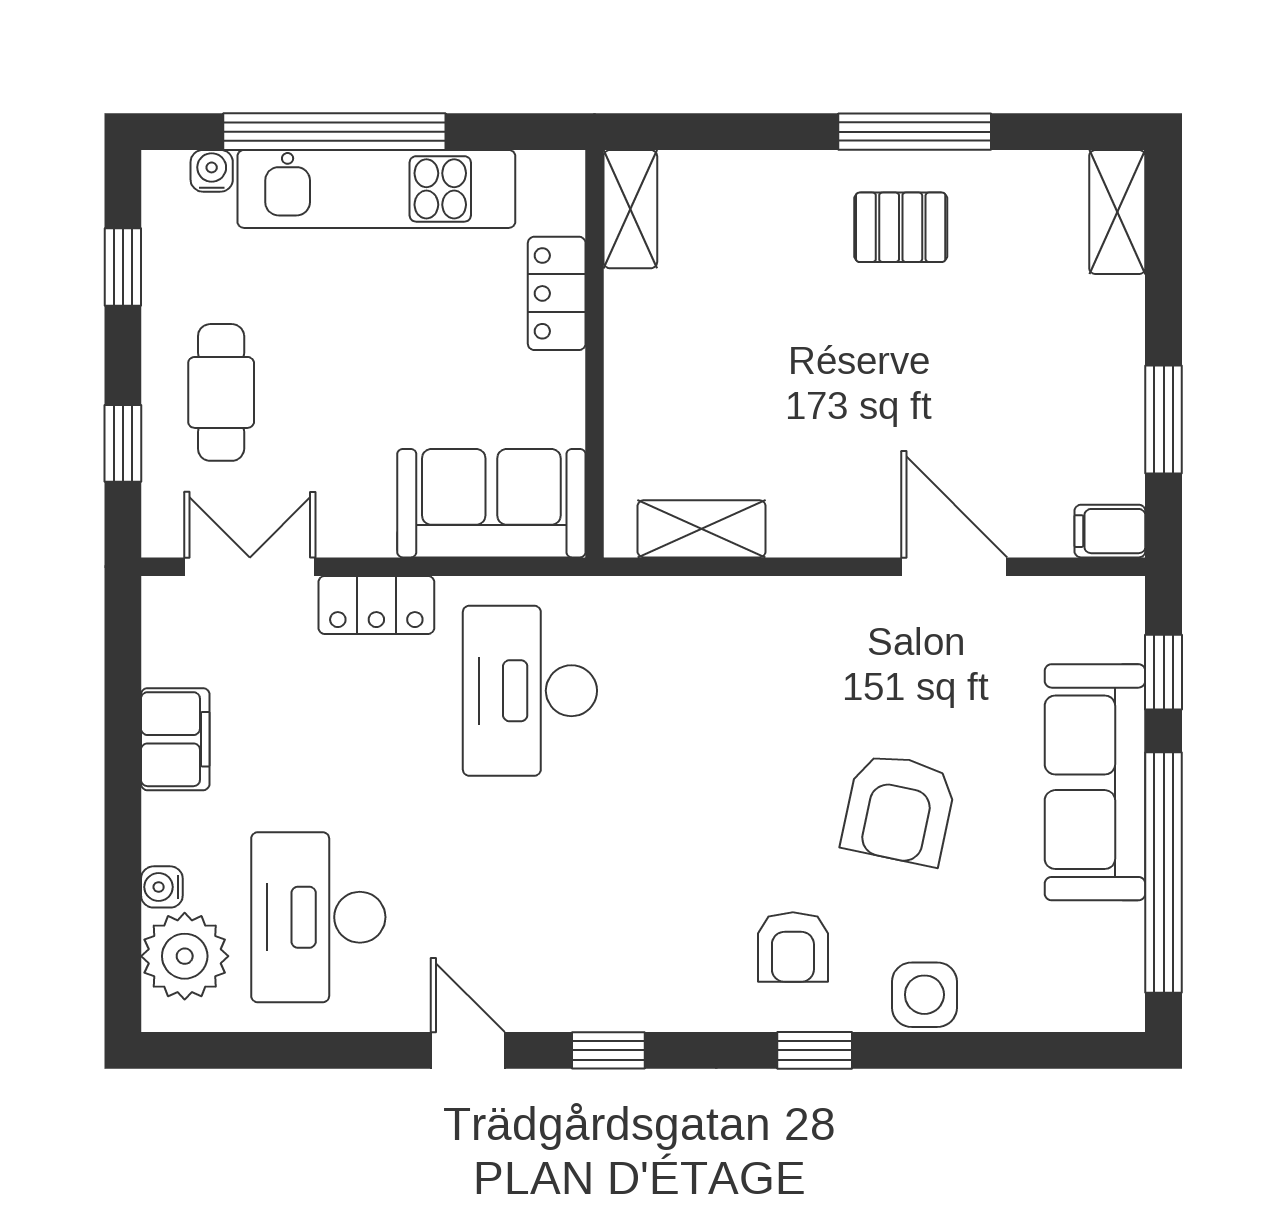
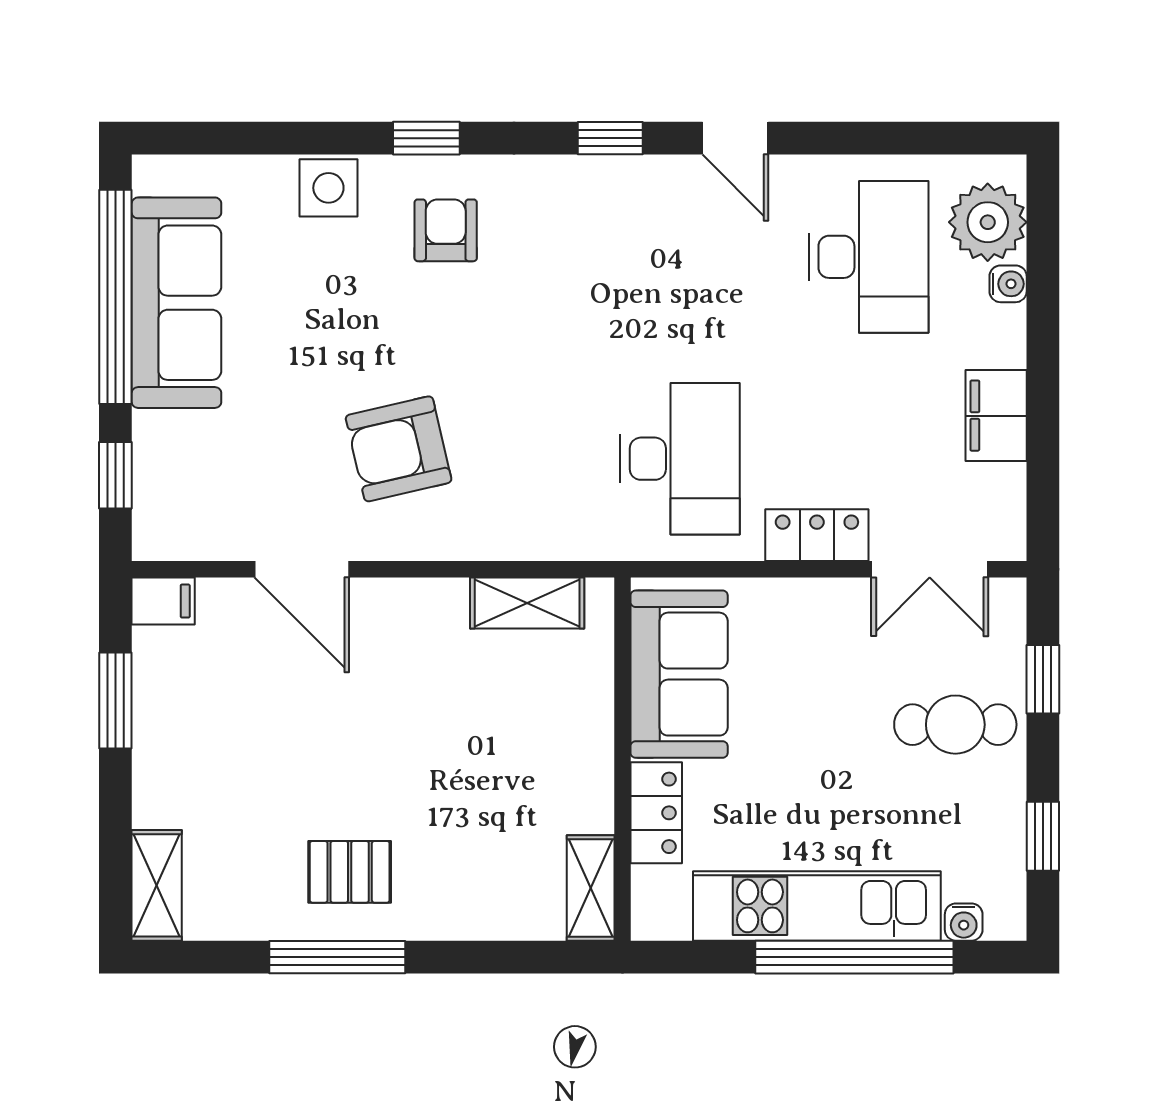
cafe table: (221, 392) -> (955, 725), turned 90
sofa: (491, 503) -> (679, 674), moved, turned -90
sofa: (1095, 782) -> (176, 303), moved
armchair: (899, 809) -> (399, 449), moved, turned -115

